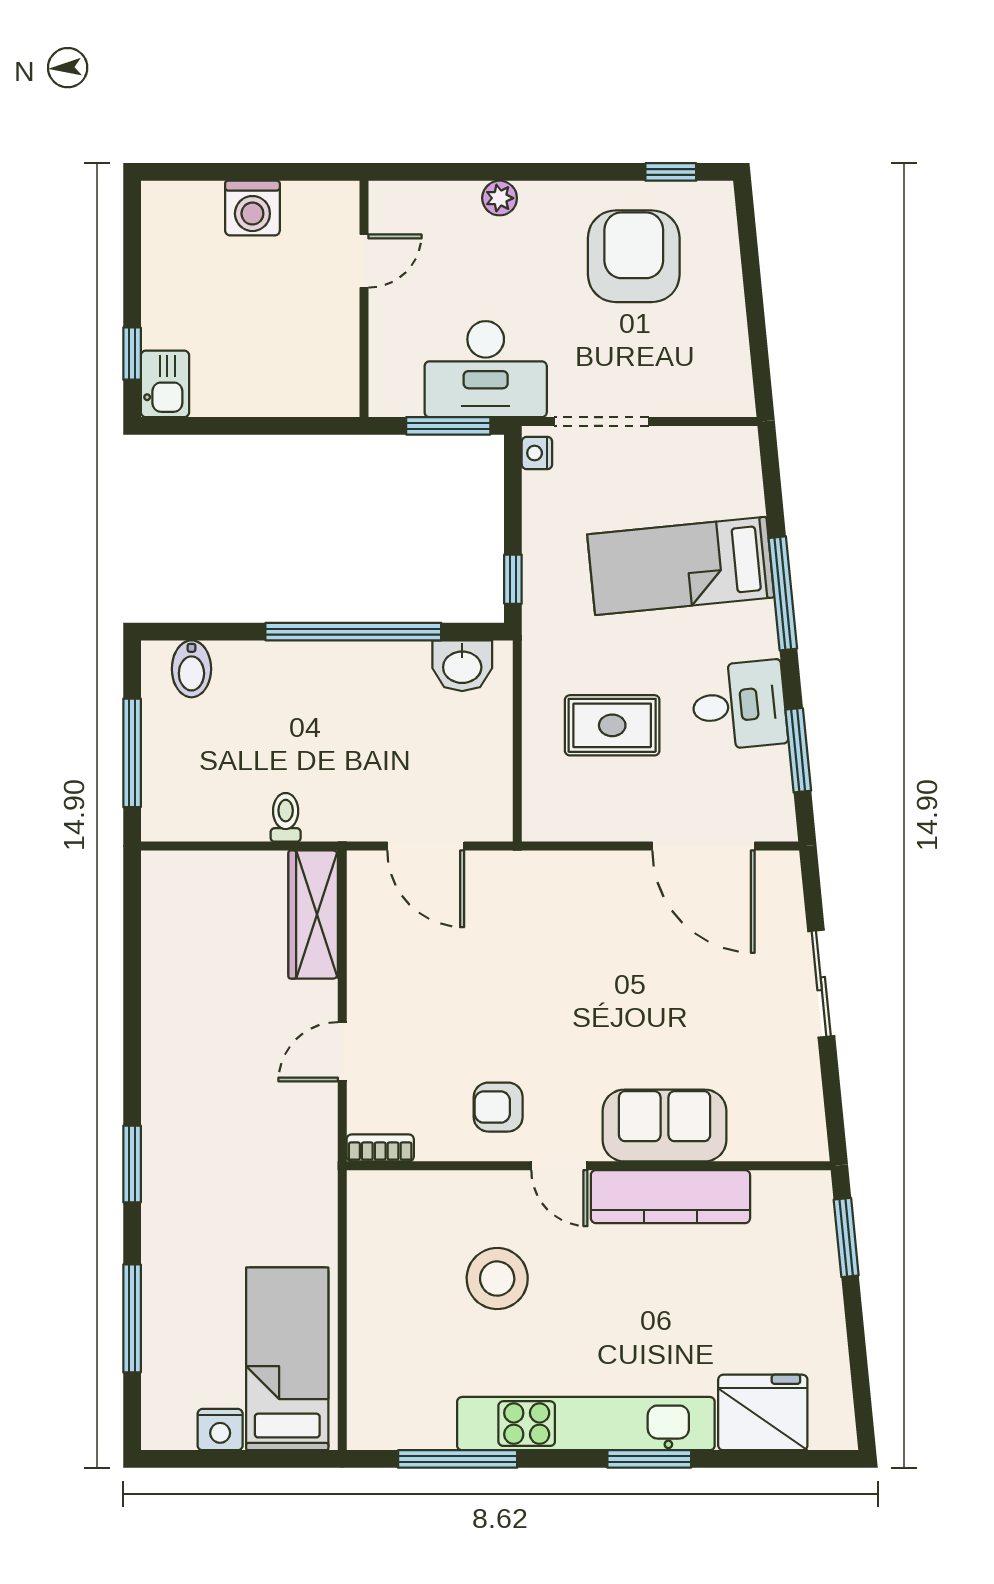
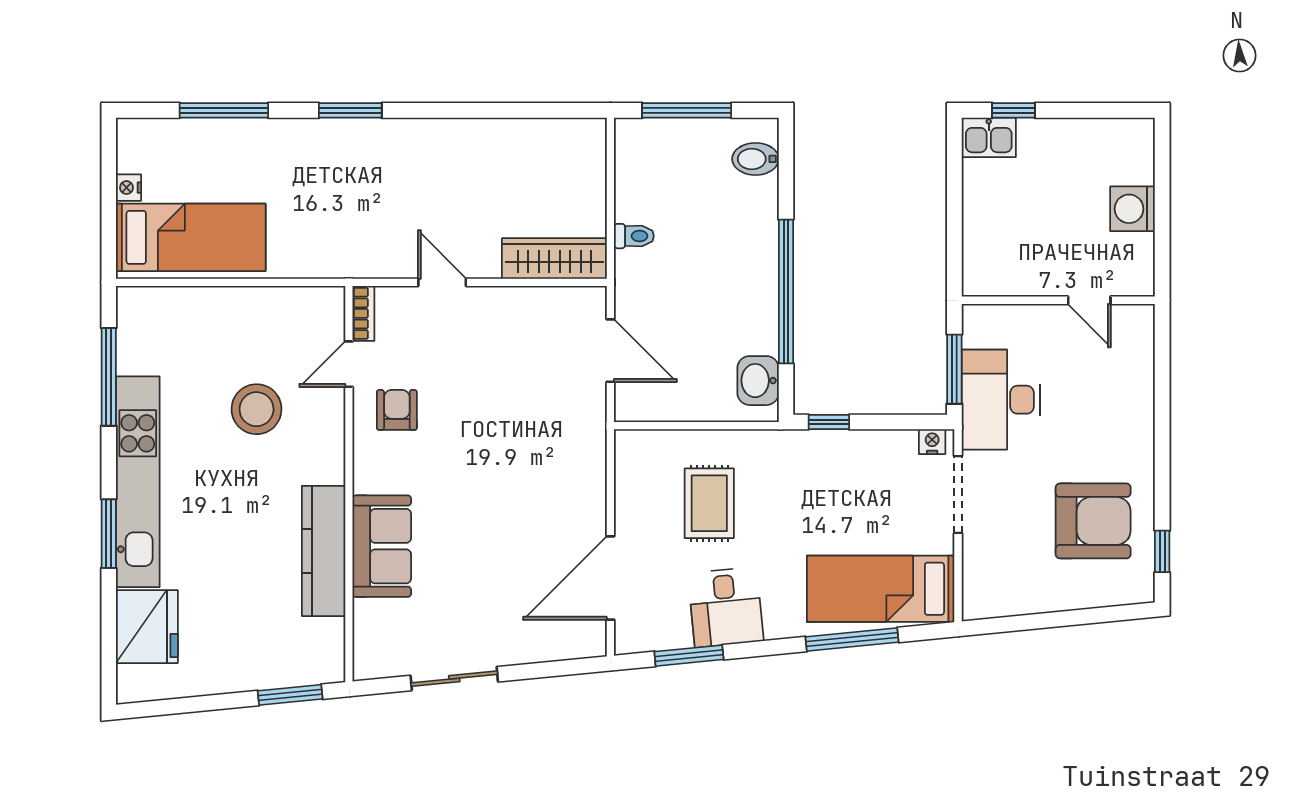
plant: (500, 198) -> (1141, 411), removed
bed: (681, 566) -> (881, 589), moved, turned -84
window: (783, 593) -> (852, 639), moved
door: (426, 846) -> (610, 351), swing flipped
sliding door: (821, 984) -> (454, 679), moved
door: (559, 1166) -> (349, 364), moved
nightstand: (220, 1430) -> (128, 188), width x0.72, depth x0.74

